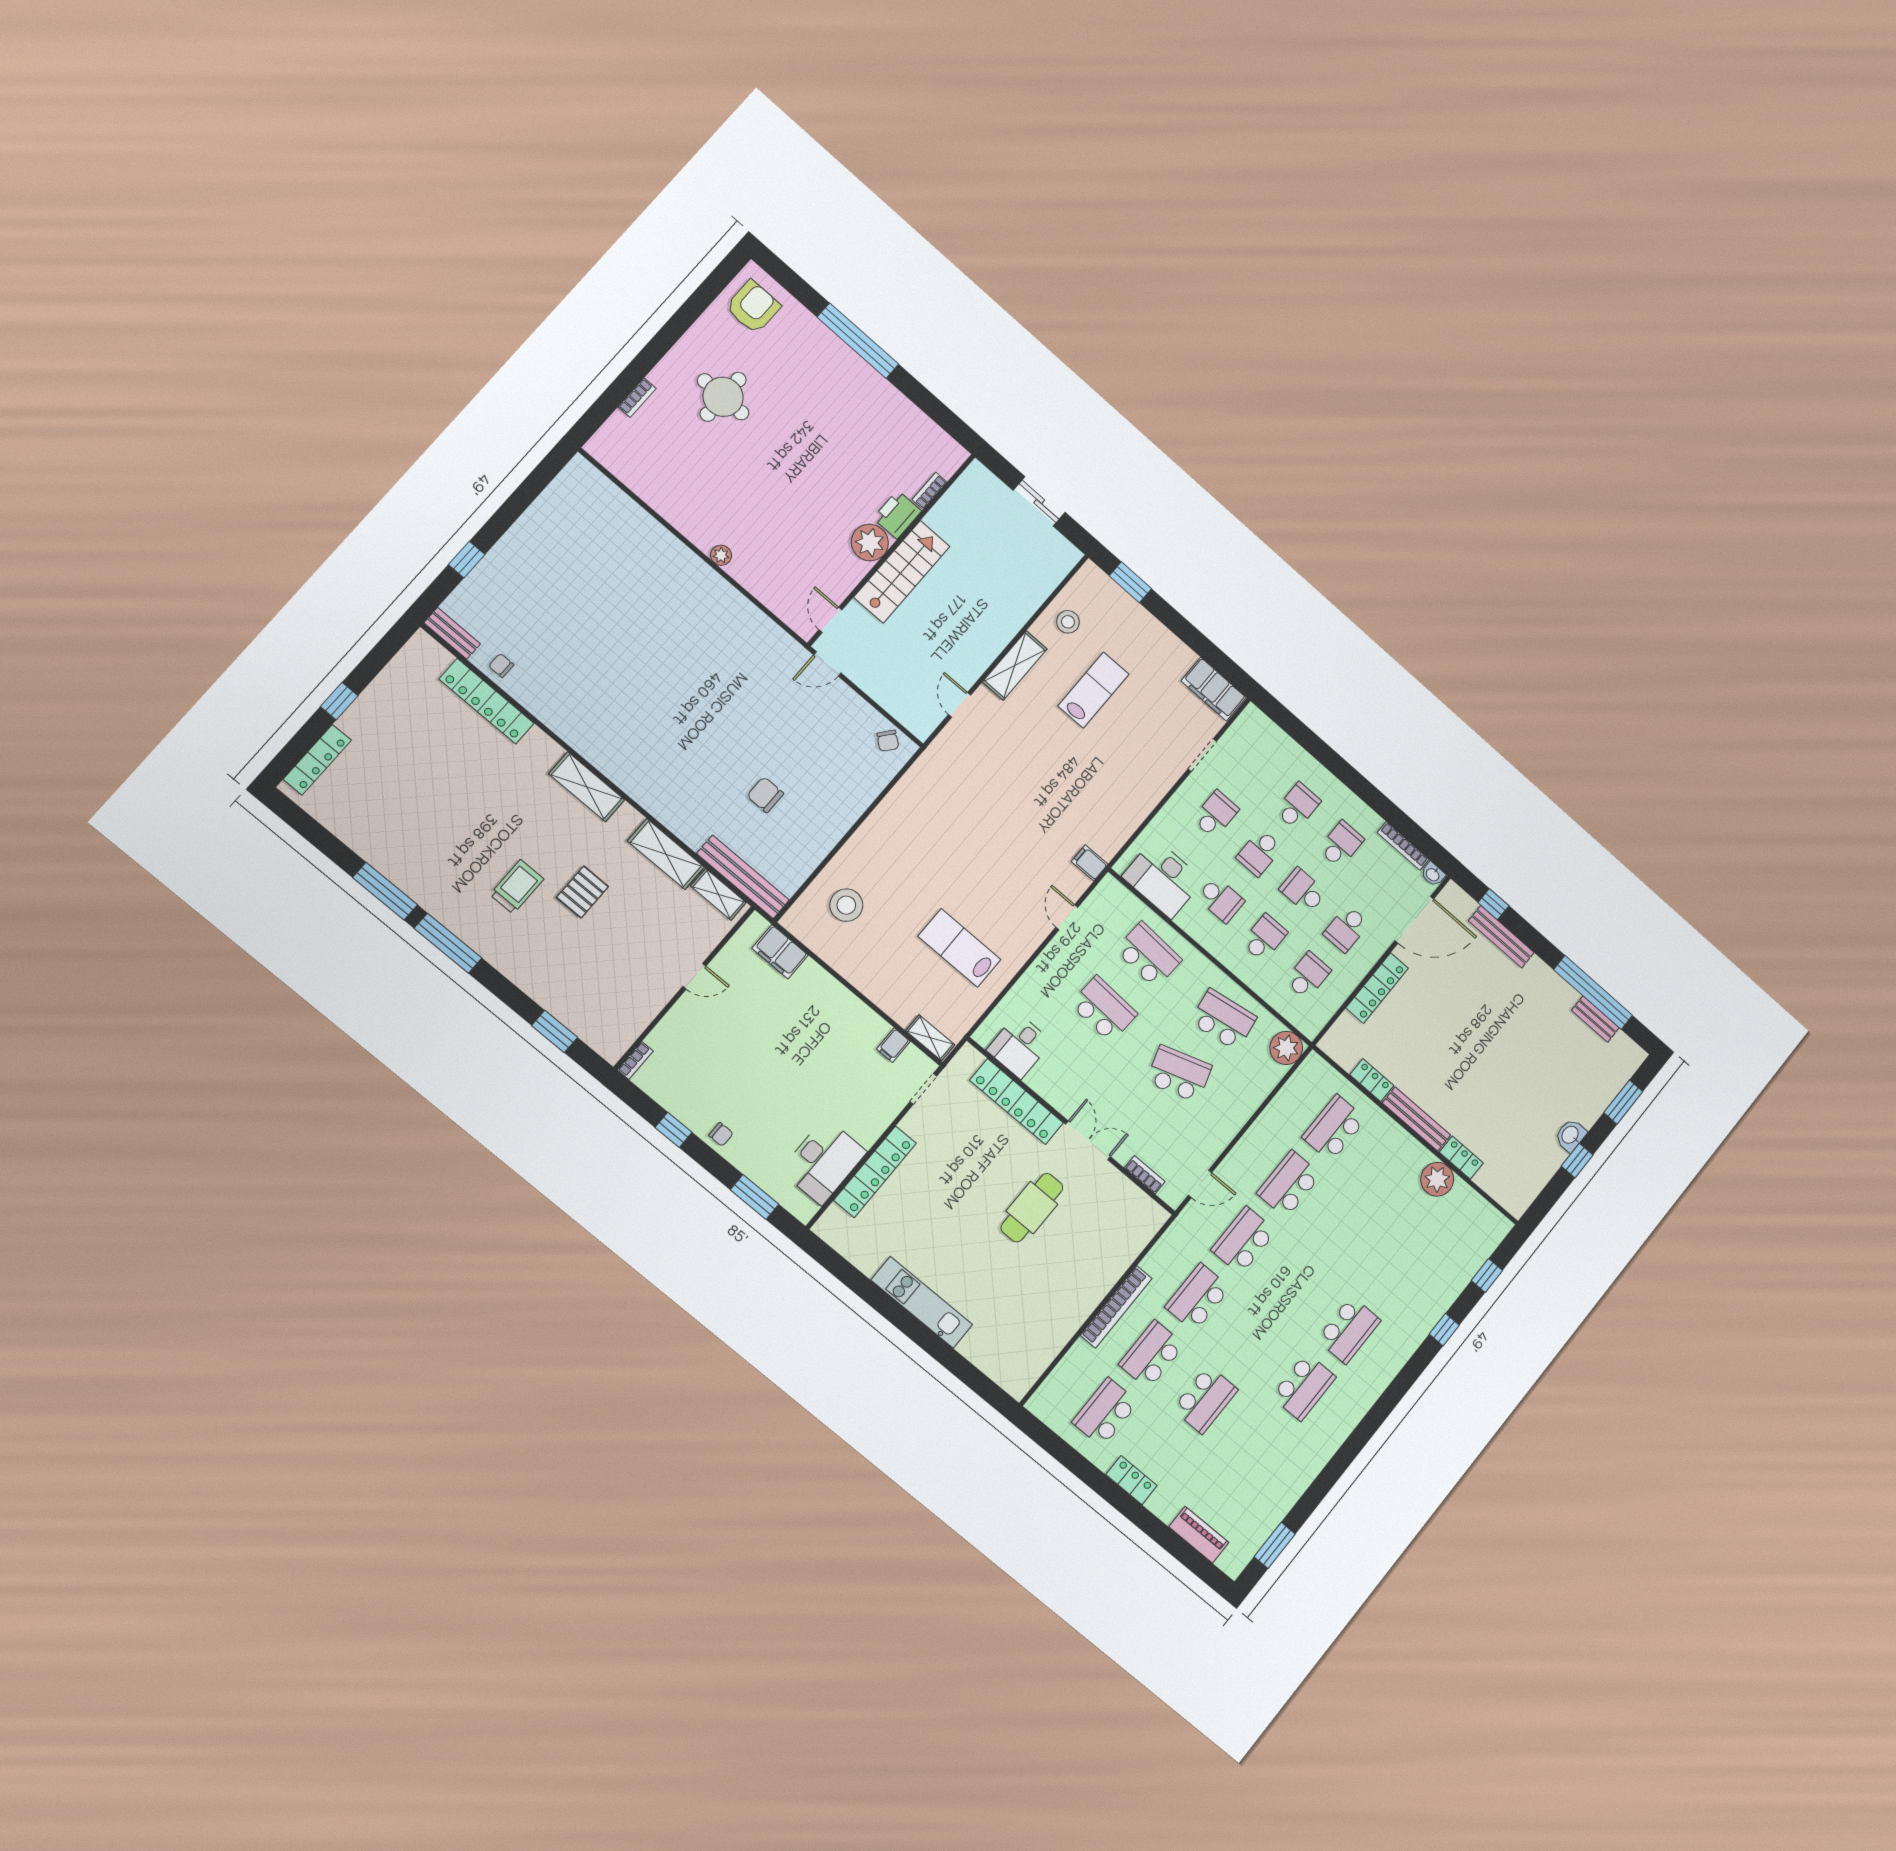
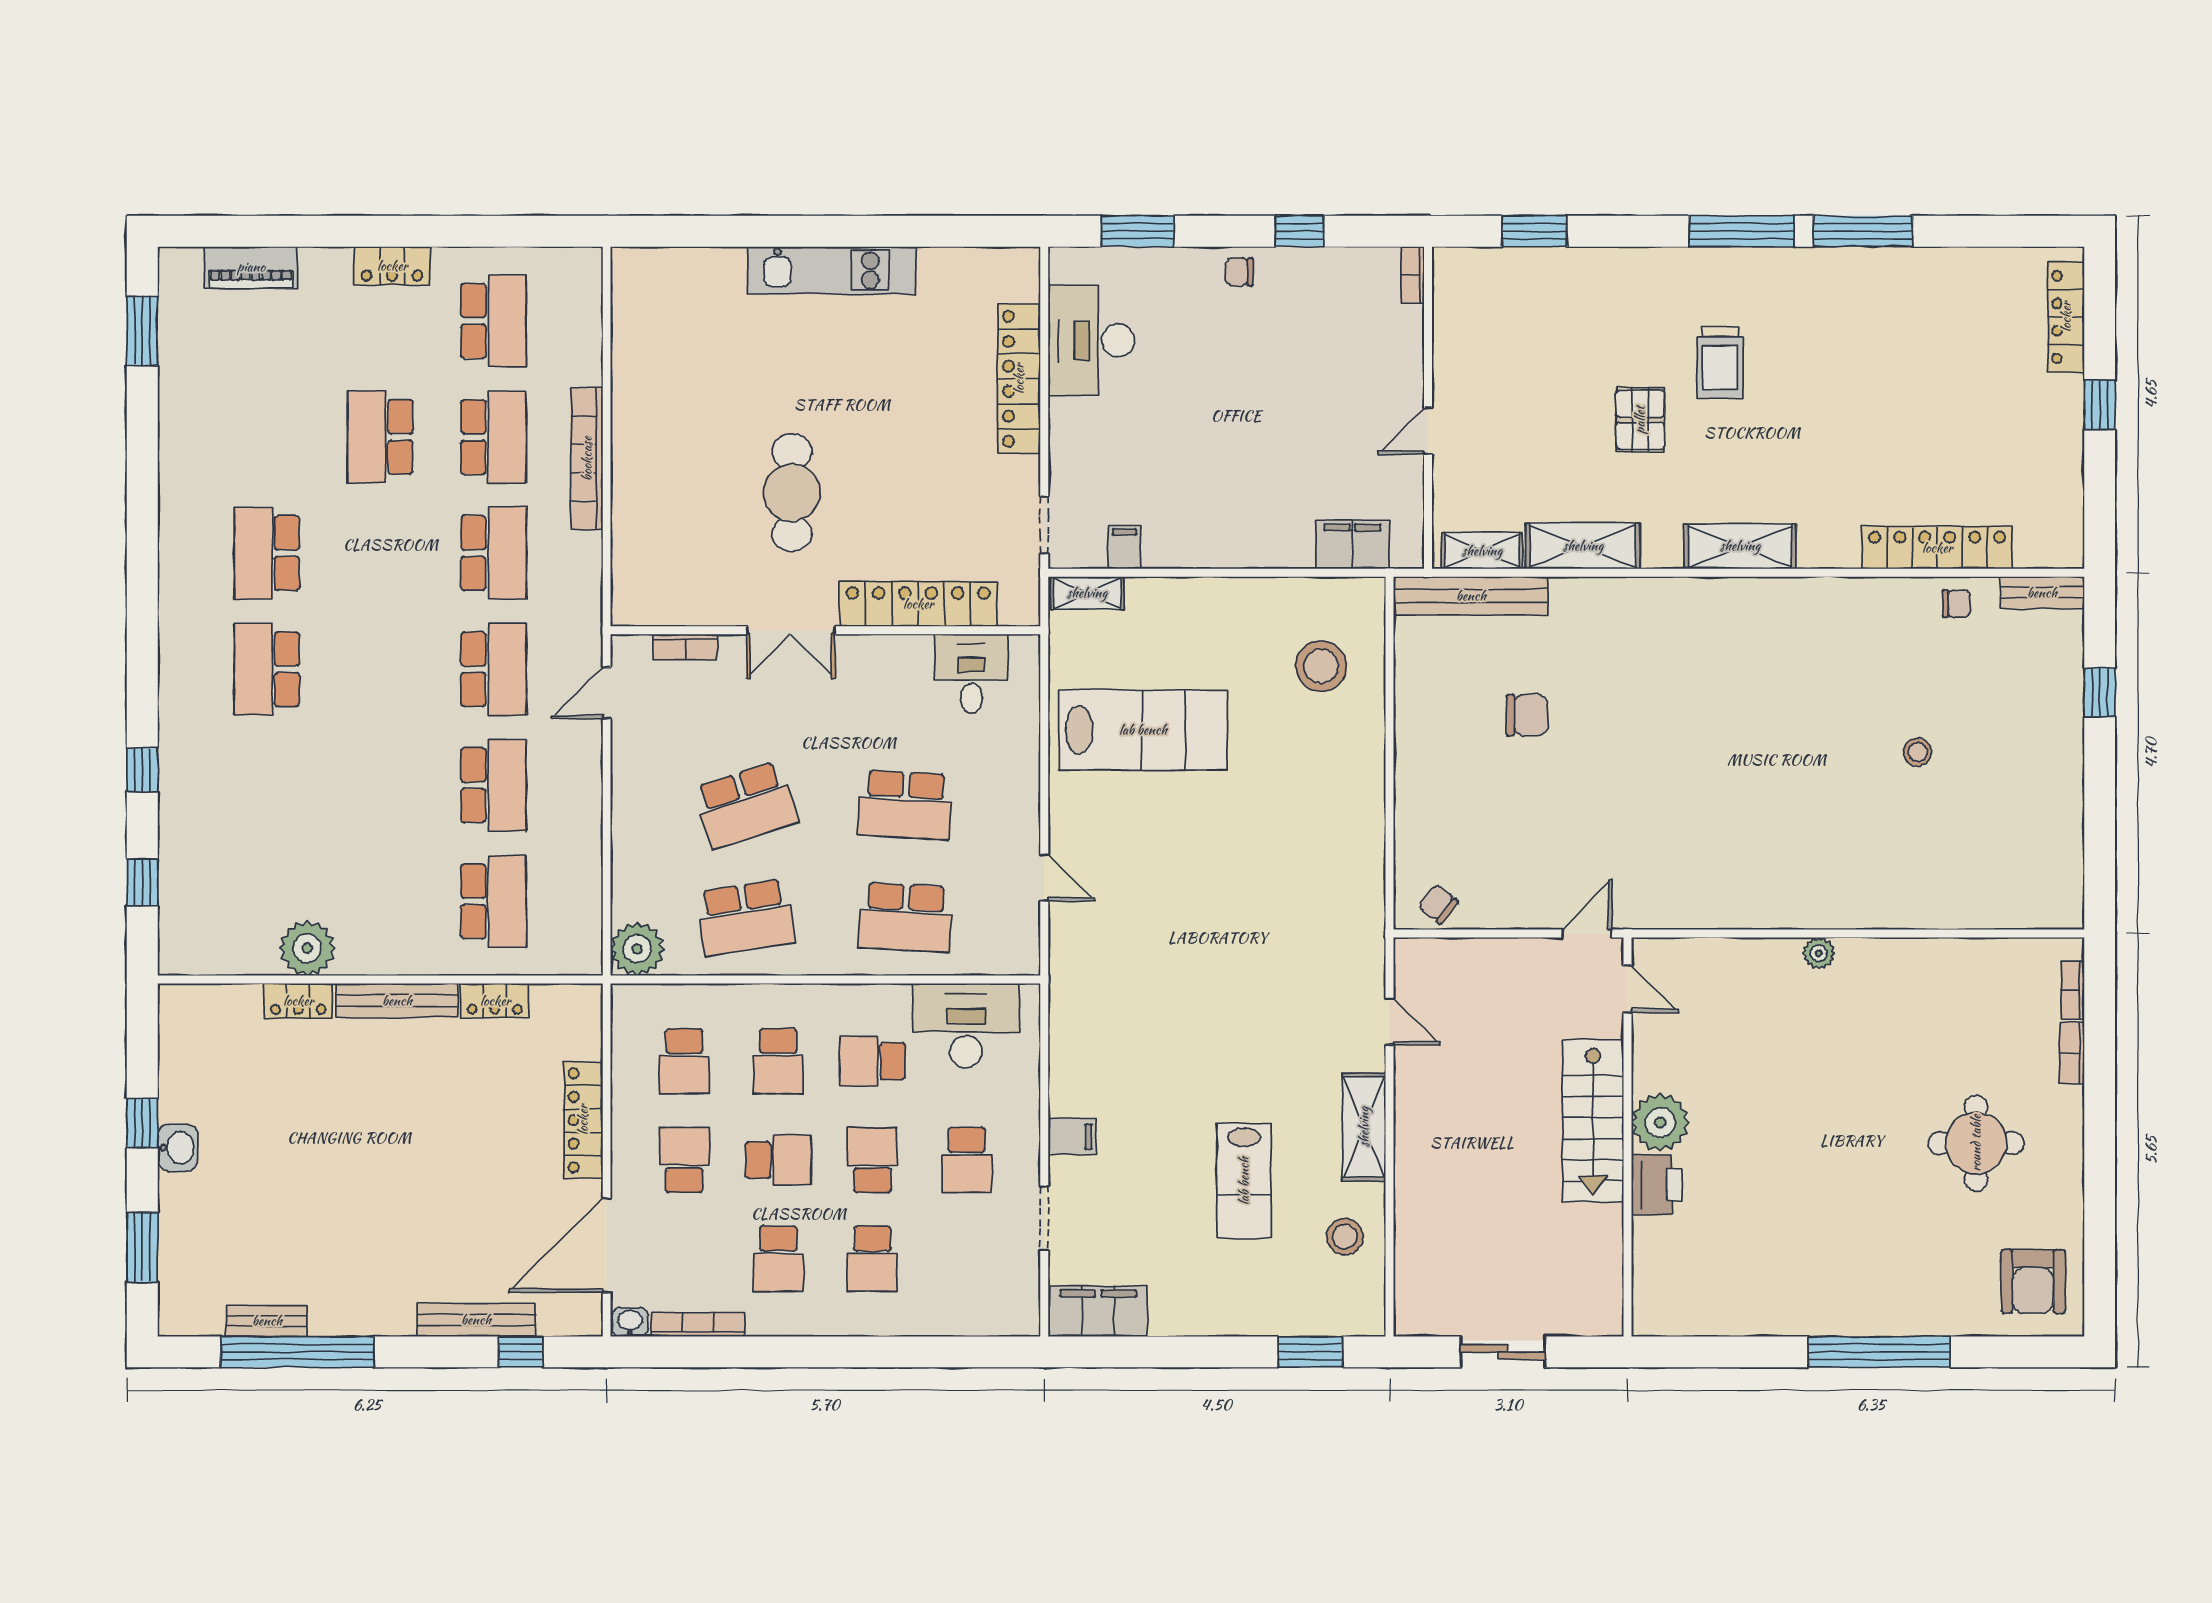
bookcase: (930, 491) -> (2073, 990), moved, turned 180
stool: (586, 610) -> (1918, 752), added
filing cabinet: (1090, 863) -> (1072, 1137), moved
lab bench: (959, 948) -> (1143, 730), width x1.36, depth x1.39

